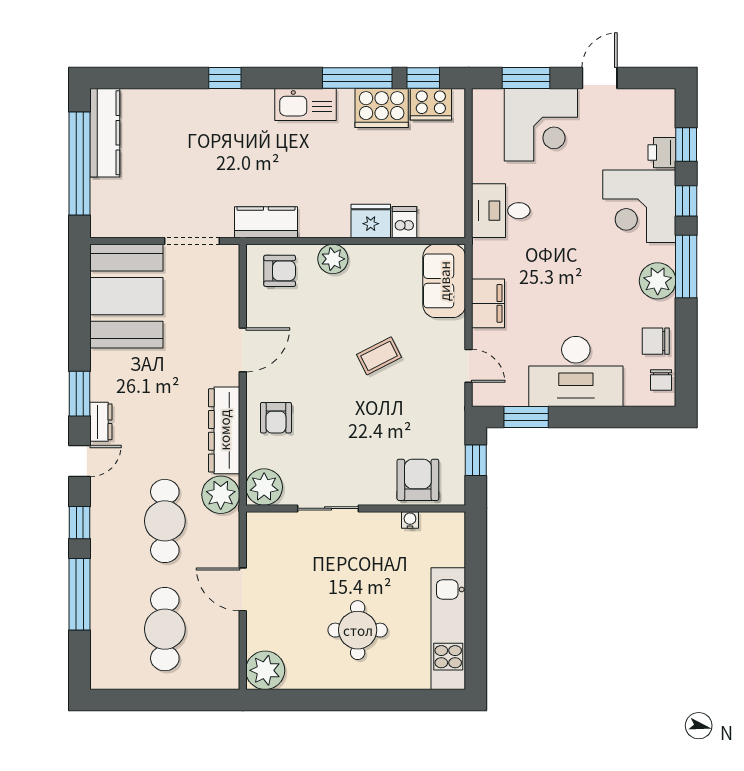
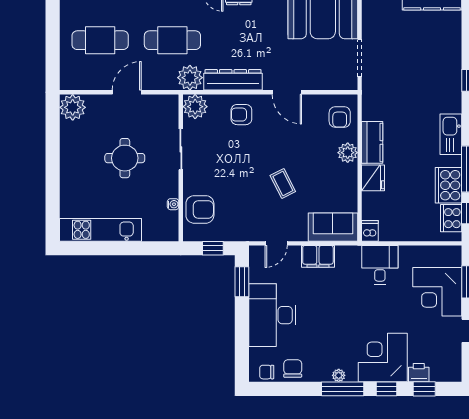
kitchen counter: (266, 222) -> (372, 142), moved
dishwasher: (405, 222) -> (370, 231), moved, turned -90
plant: (658, 281) -> (339, 375), width x0.53, depth x0.53
round table: (358, 630) -> (125, 158), moved

